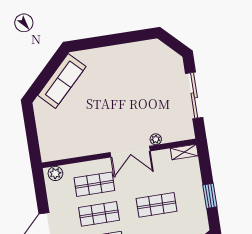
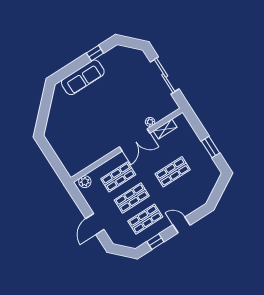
window: (128, 37) -> (95, 53), added
sofa: (62, 81) -> (83, 77), moved, turned 45
shelving: (184, 152) -> (165, 129), moved

